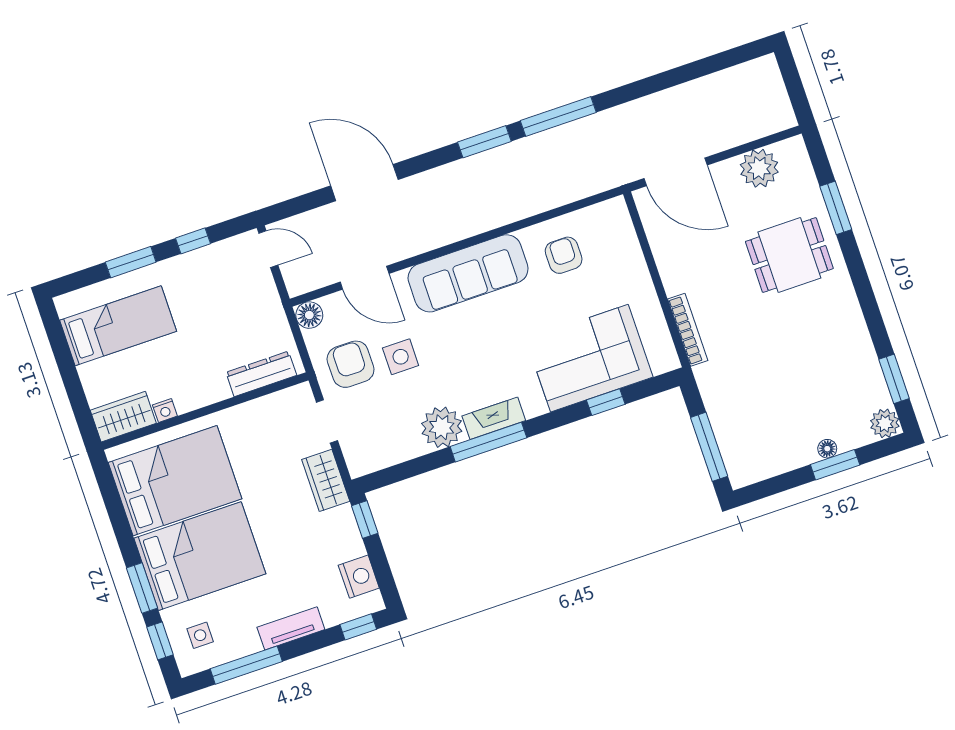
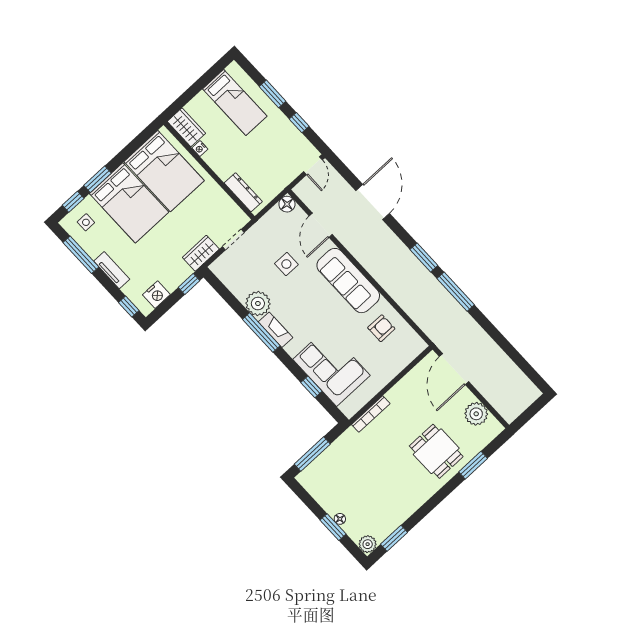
armchair: (351, 364) -> (270, 239), removed

